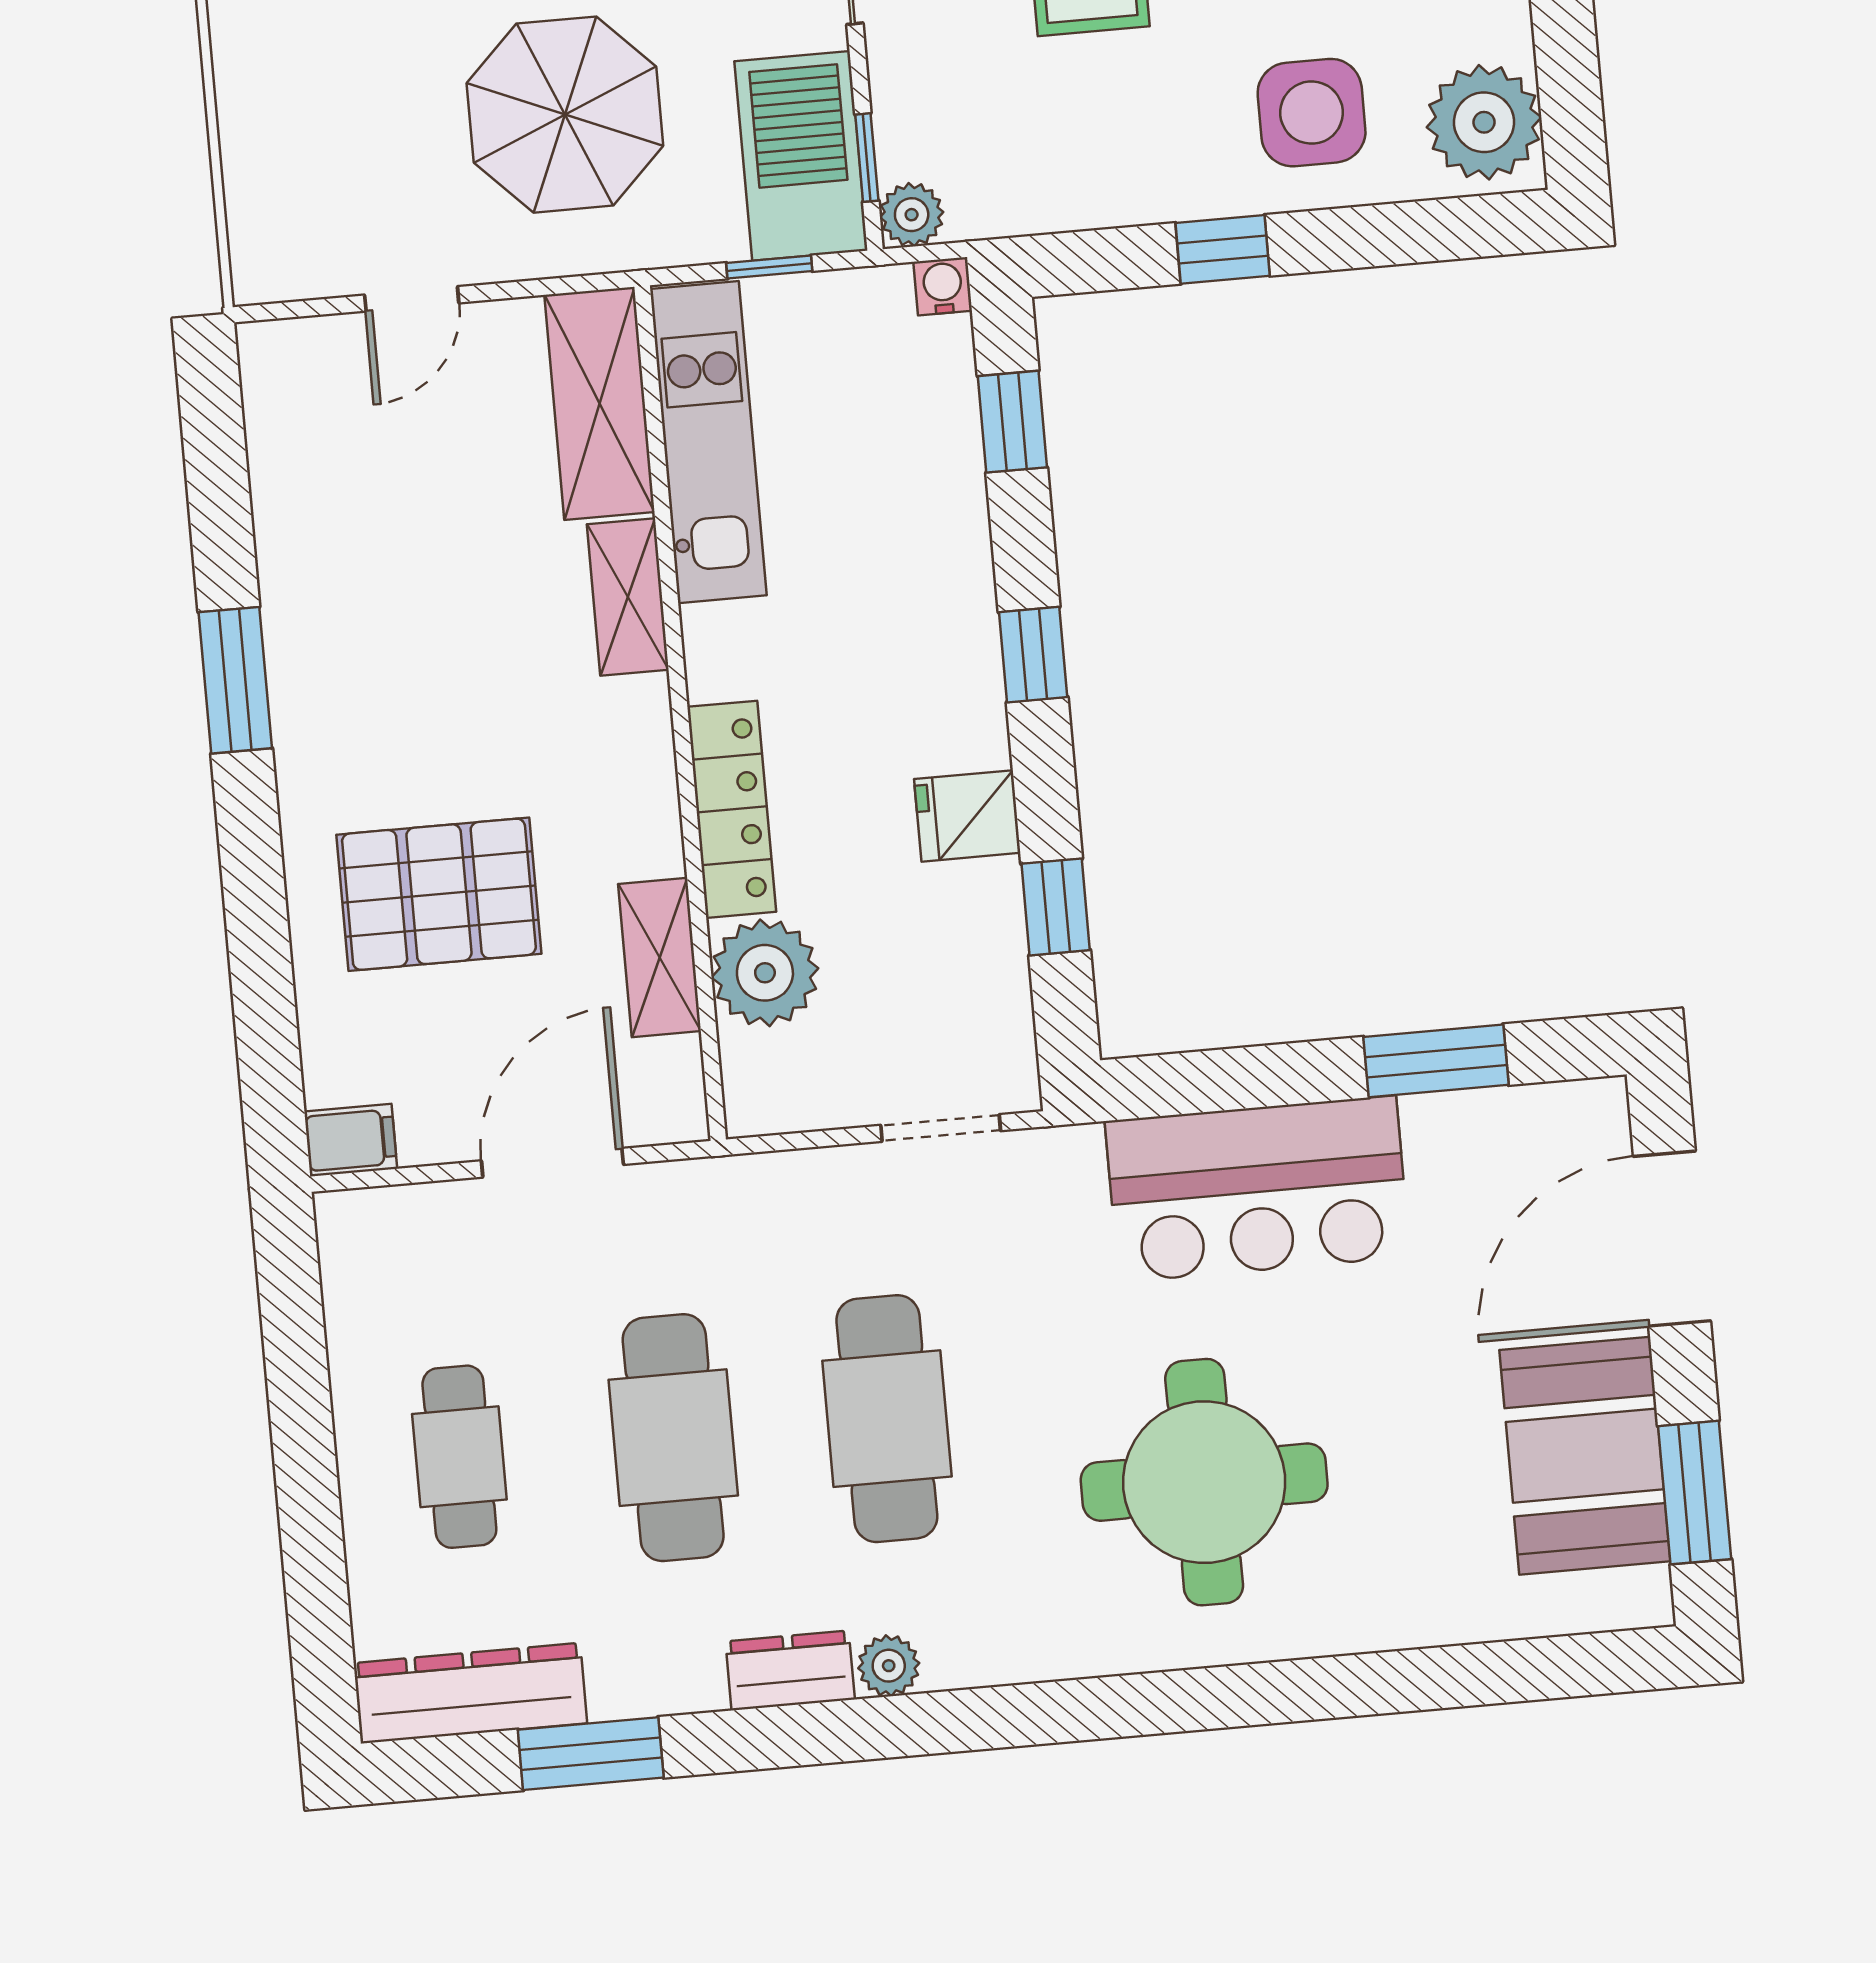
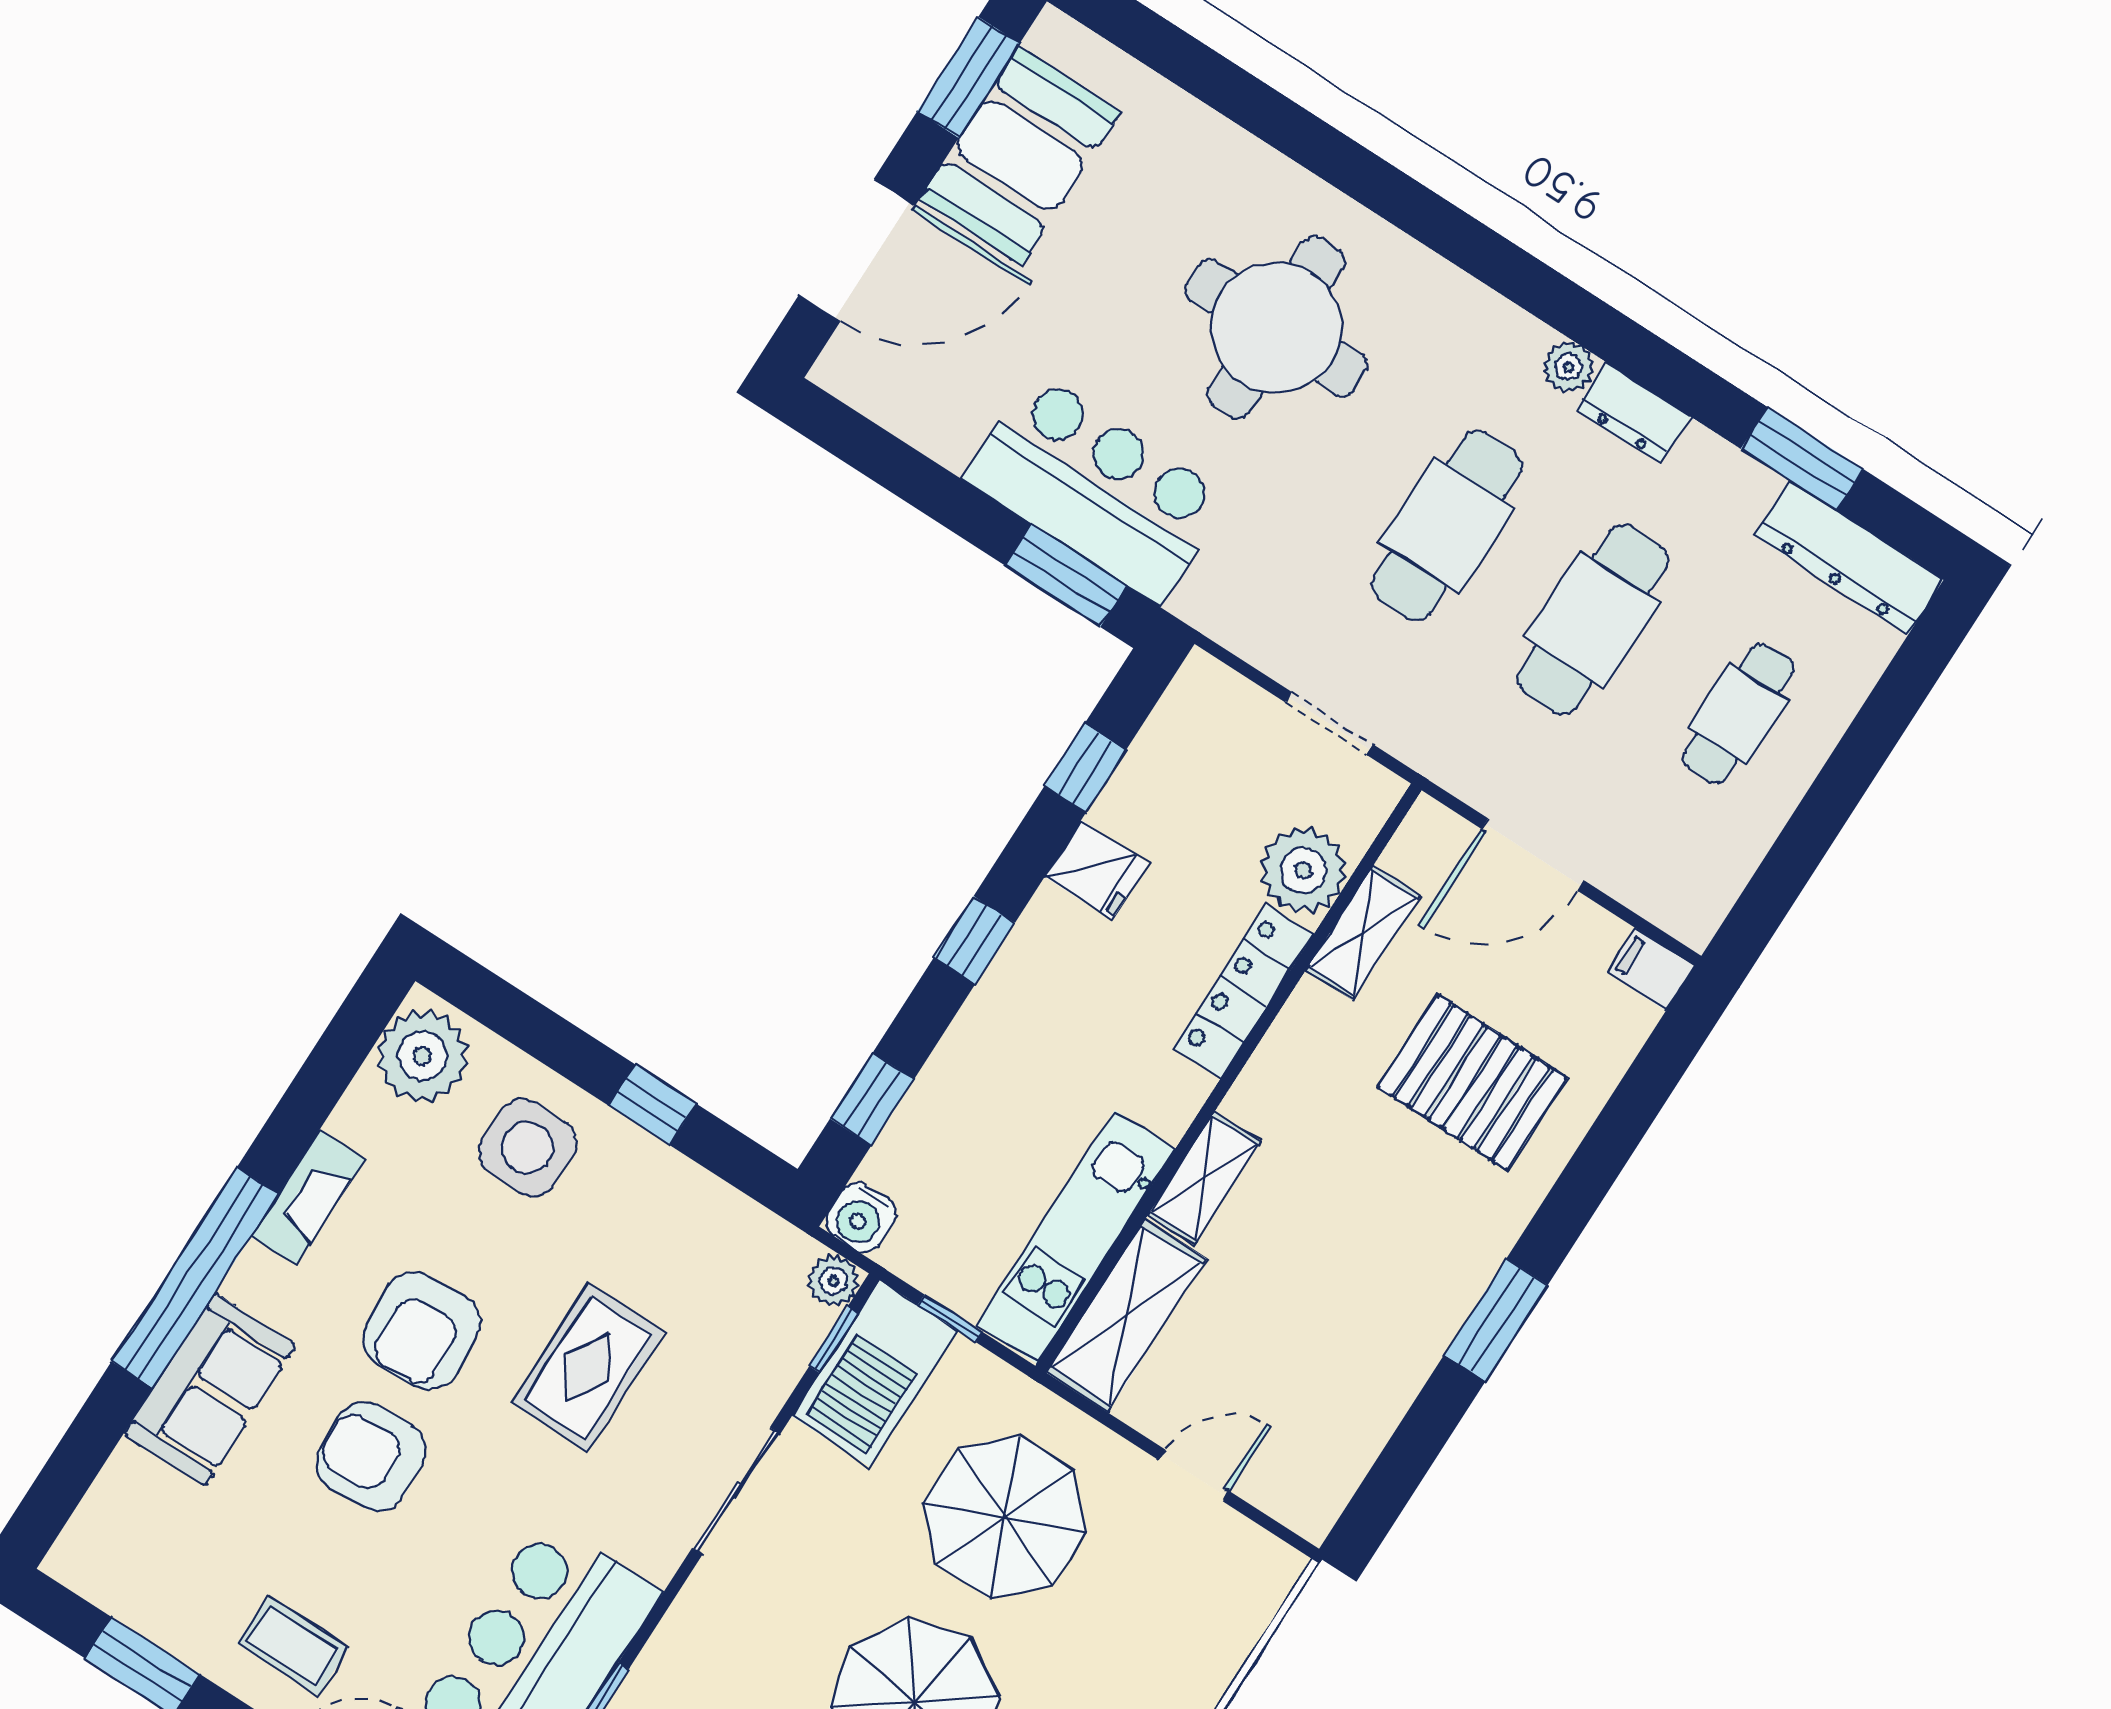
water cooler: (943, 286) -> (861, 1218), width x1.38, depth x1.38
window: (1436, 1061) -> (1066, 576), moved
doorway: (941, 1128) -> (1329, 723), moved

